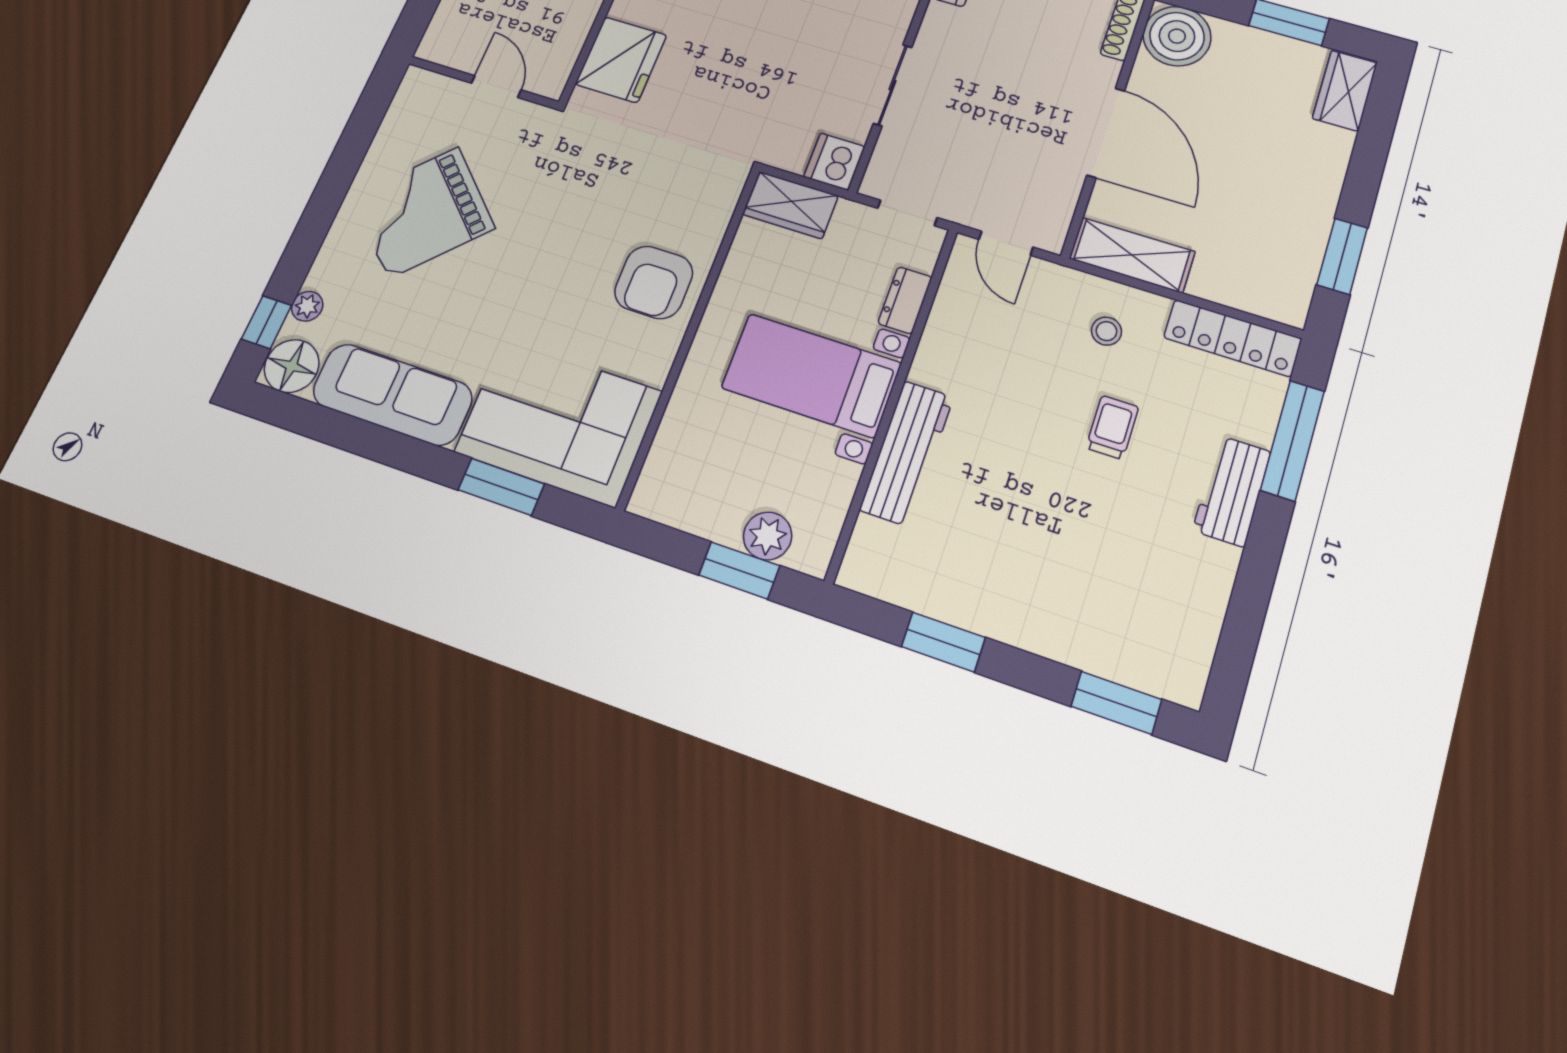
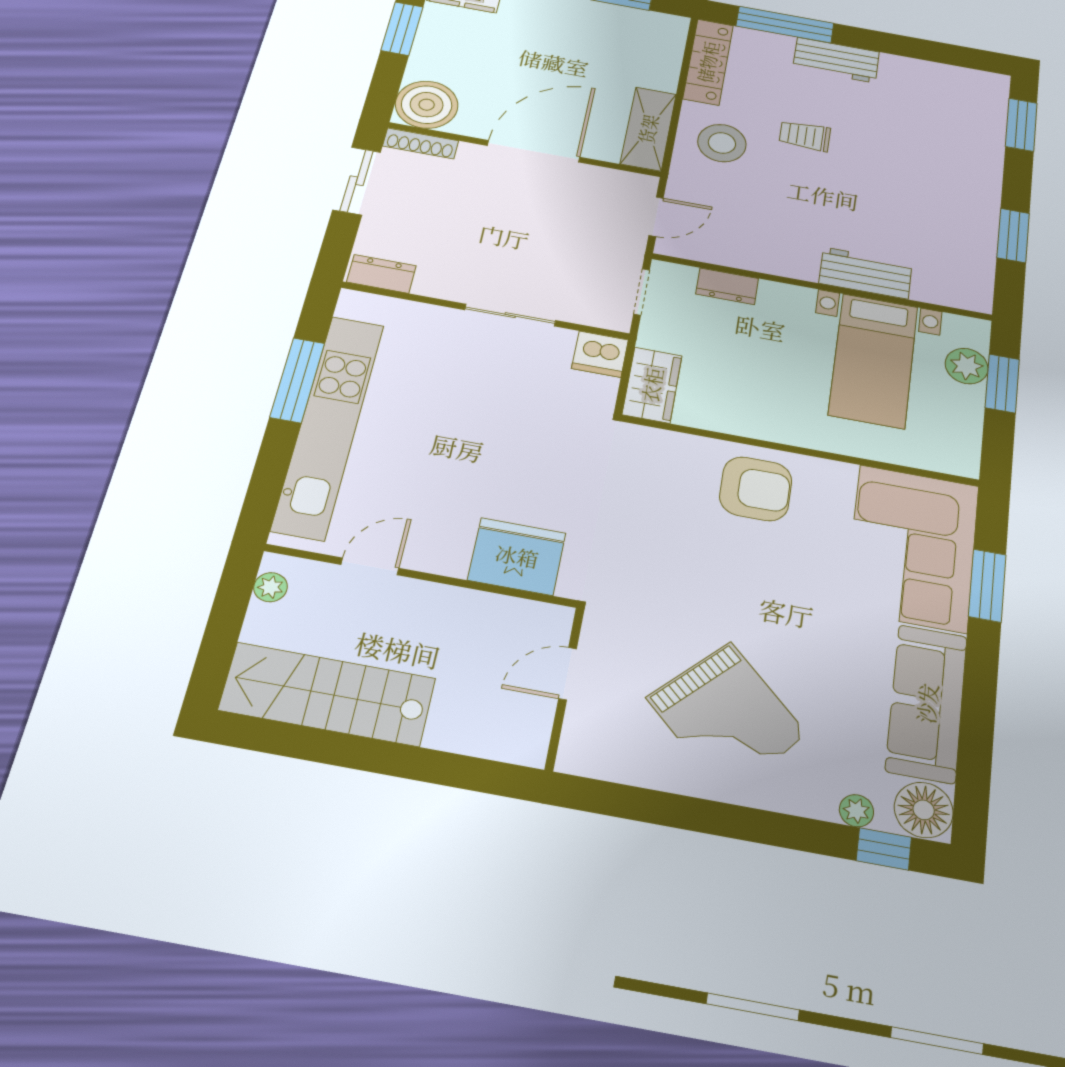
stool: (1106, 331) -> (722, 143), width x1.89, depth x1.89
bed with nightstands: (811, 375) -> (873, 360), moved
workbench: (907, 453) -> (866, 273), width x0.73

